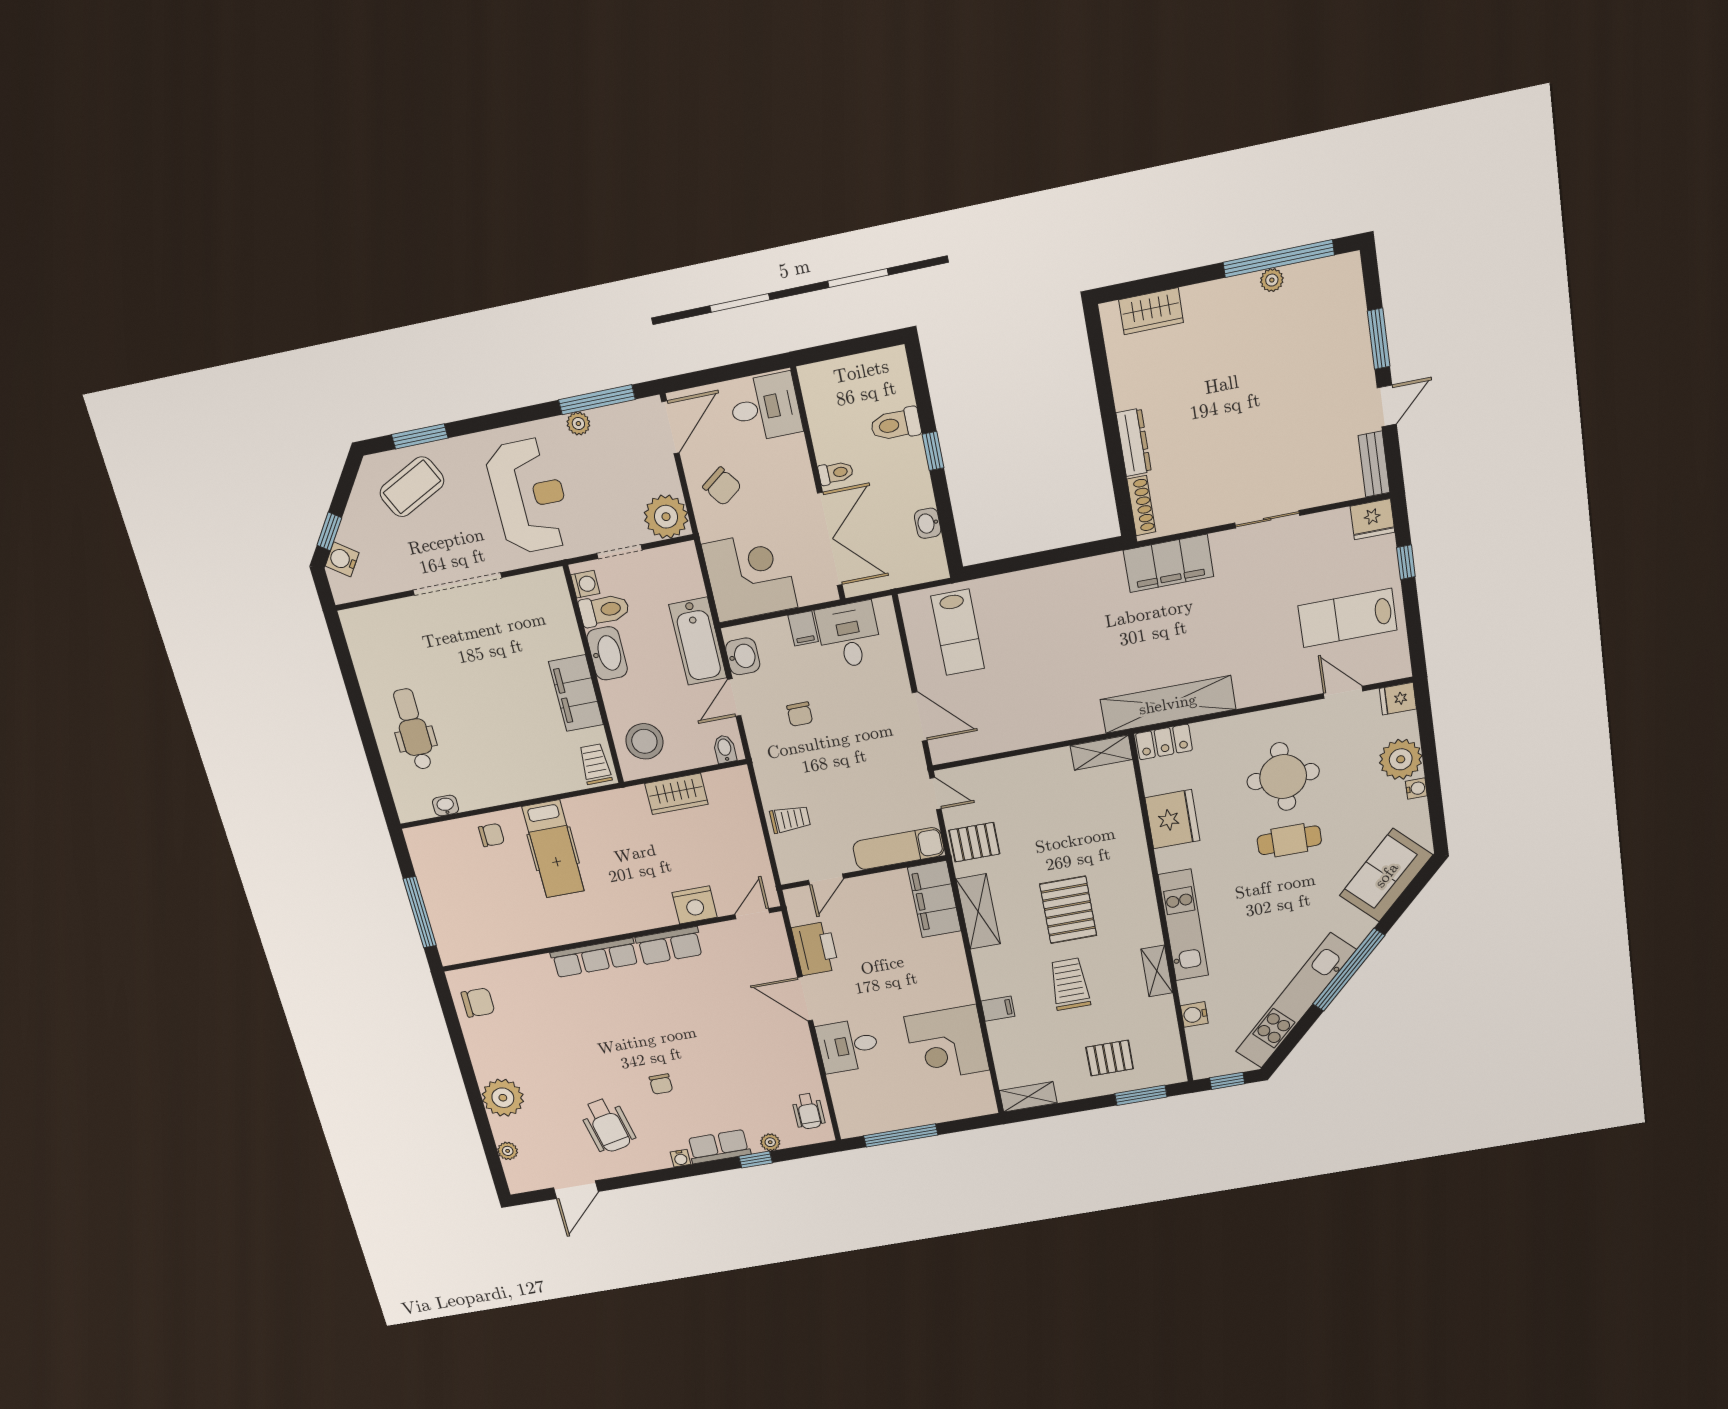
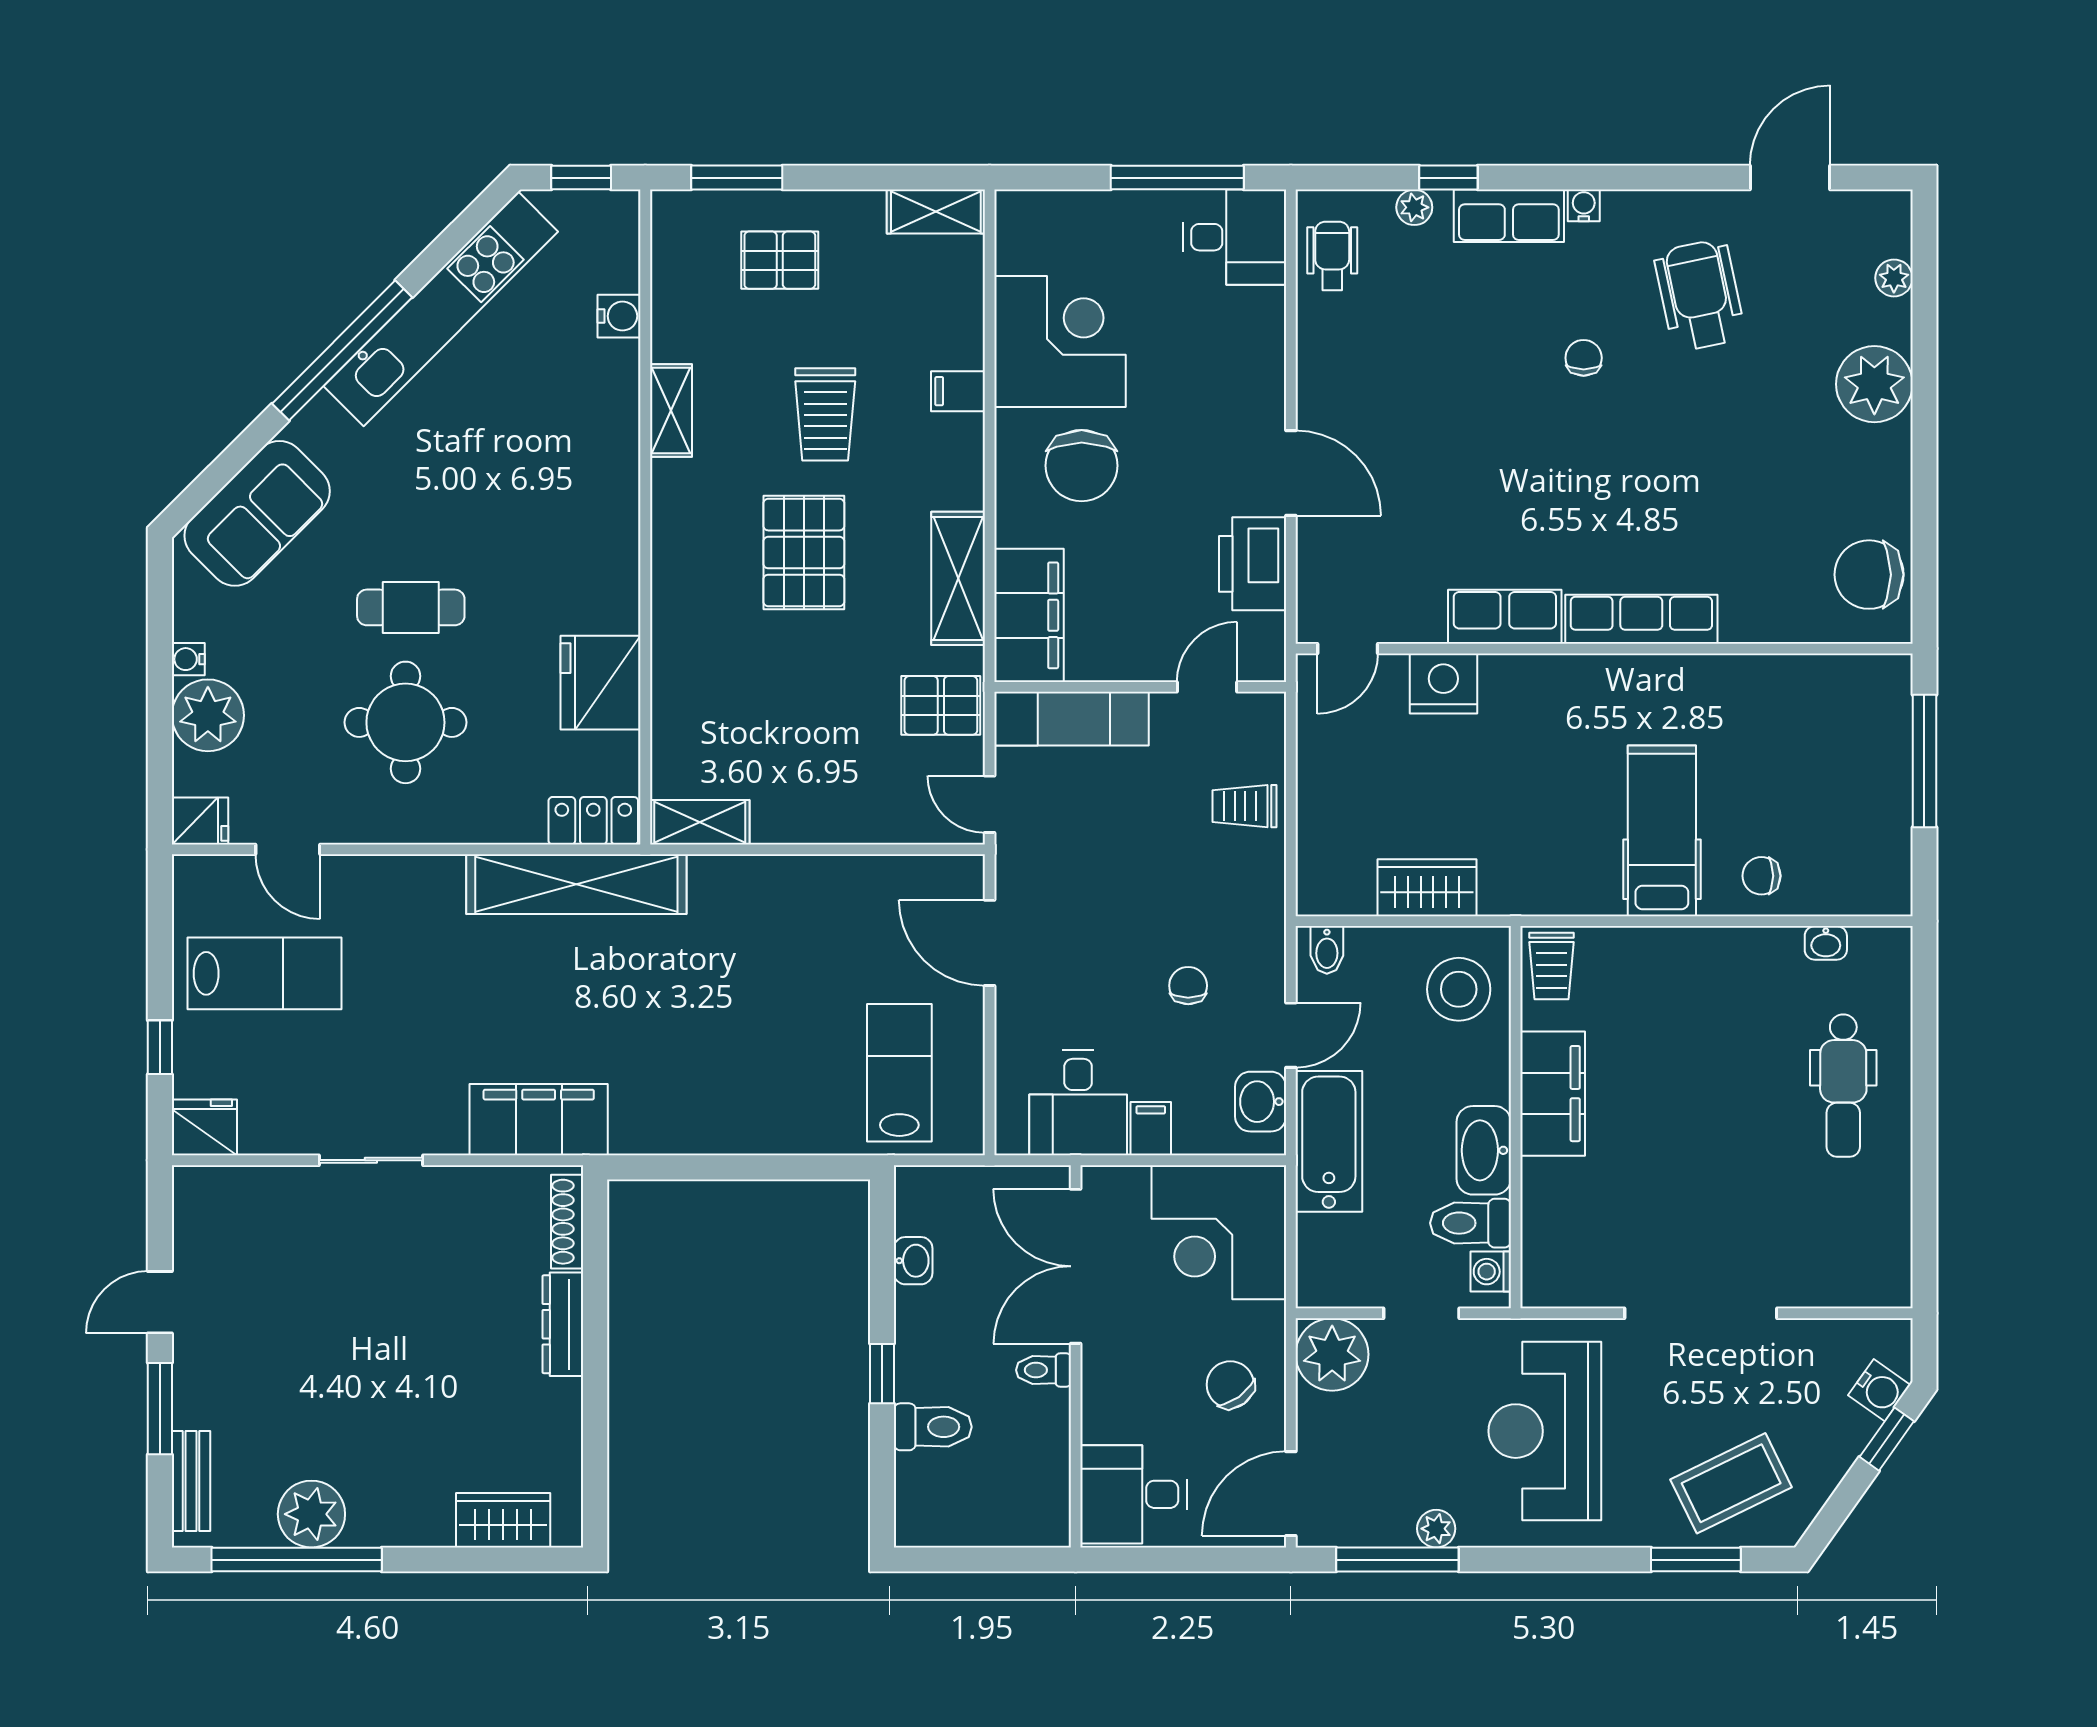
plant: (1272, 280) -> (311, 1514), width x1.88, depth x1.88
bench: (1374, 464) -> (191, 1481), moved
kitchen unit: (1183, 925) -> (612, 487), removed
chair: (921, 982) -> (1082, 466), added
chair: (478, 1002) -> (1869, 575), width x1.37, depth x1.37
desk: (848, 1046) -> (1235, 237), moved

